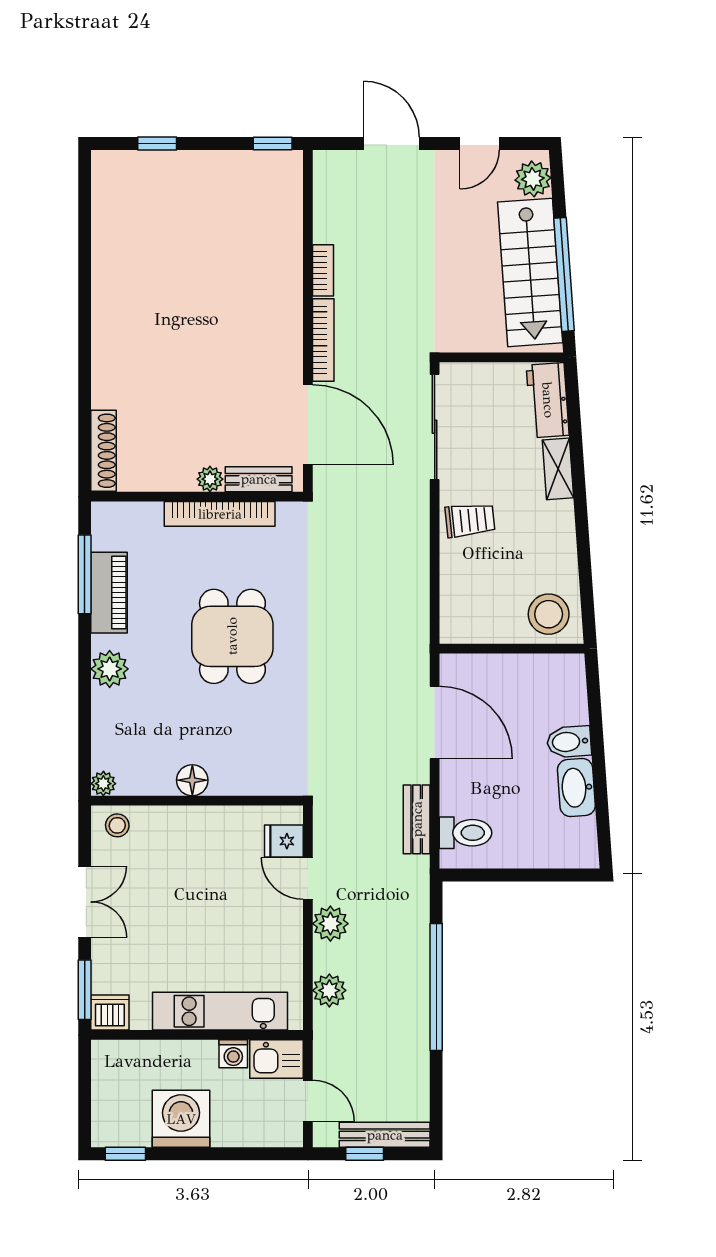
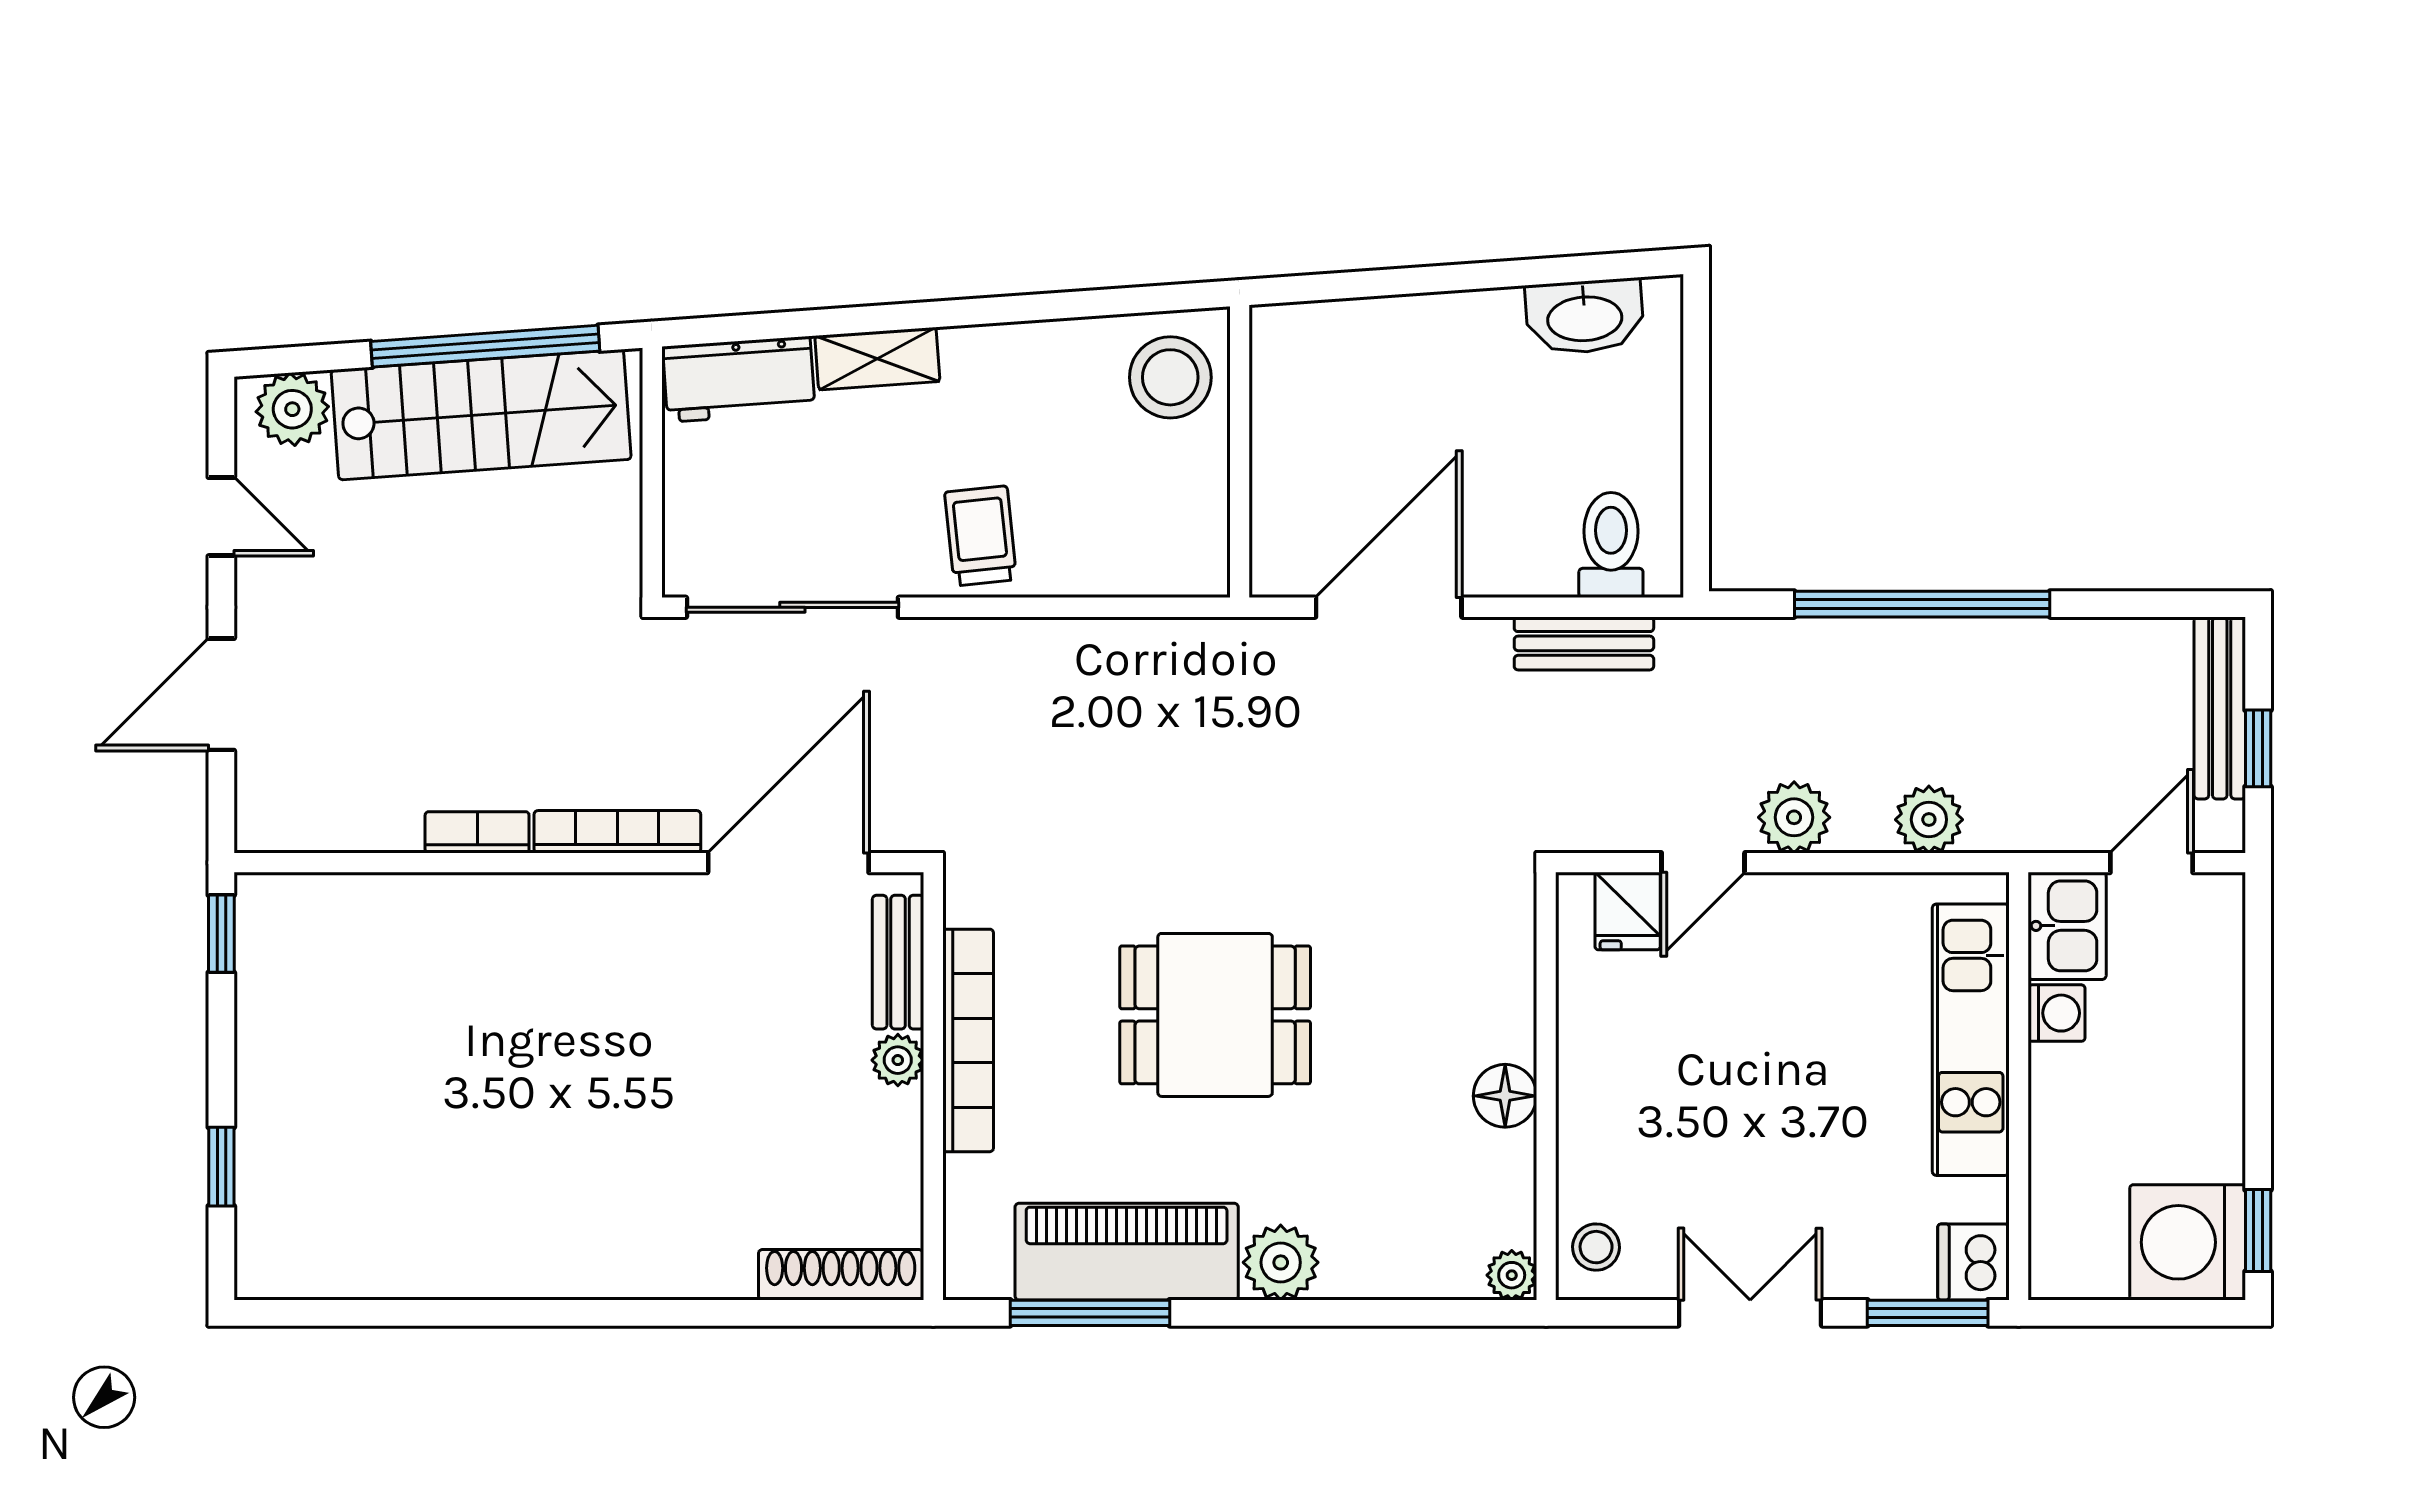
piano: (109, 593) -> (1127, 1252), width x1.37, depth x1.33
bidet: (569, 742) -> (1427, 336), removed
washbasin: (576, 788) -> (1585, 317), moved
washing machine: (181, 1119) -> (2188, 1242), moved

